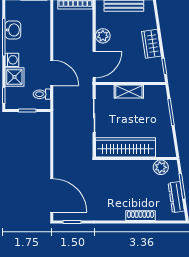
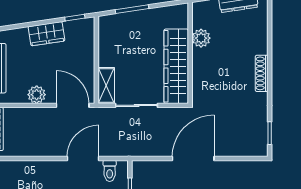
shelving: (129, 92) -> (106, 86), moved
plant: (161, 167) -> (201, 38), moved
door: (52, 195) -> (193, 159), moved
shoe rack: (140, 216) -> (262, 73), moved

